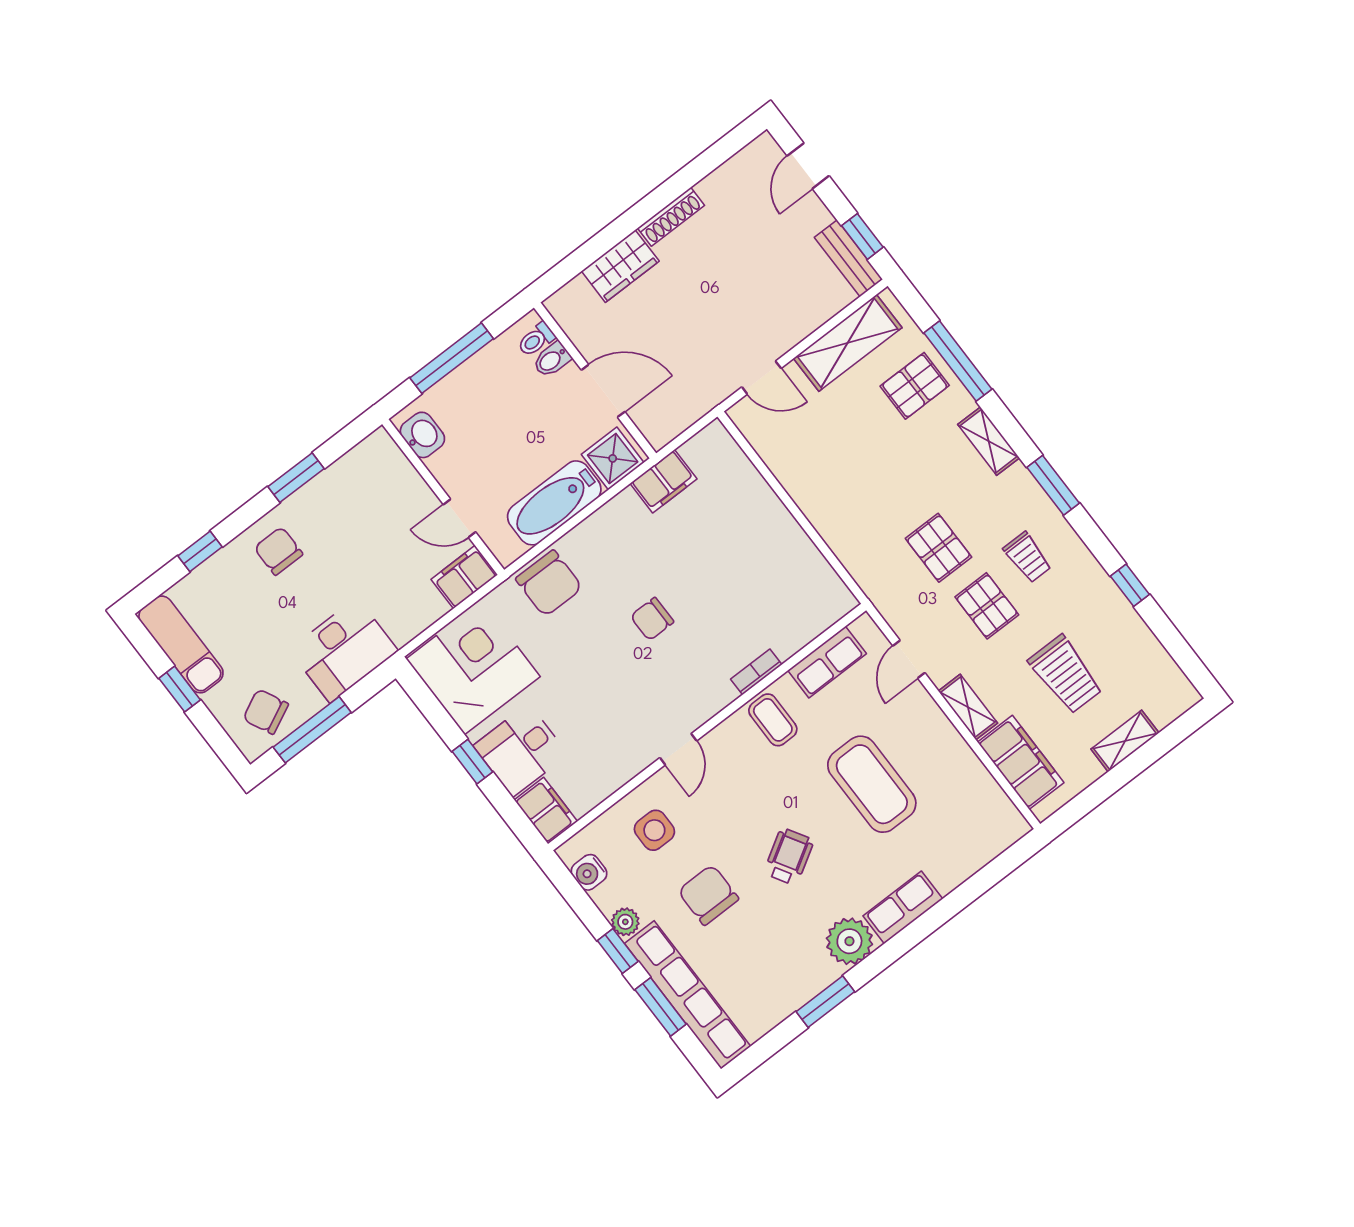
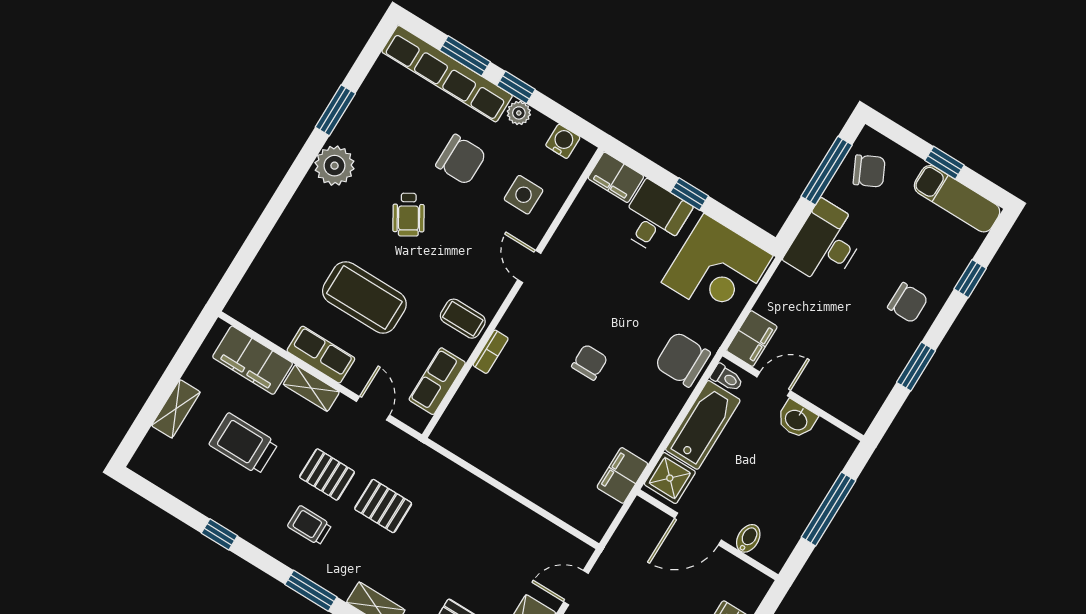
toilet: (536, 339) -> (727, 378), moved, turned 90
washbasin: (422, 435) -> (797, 419), moved
row of seats: (903, 907) -> (321, 355), moved, turned -90

